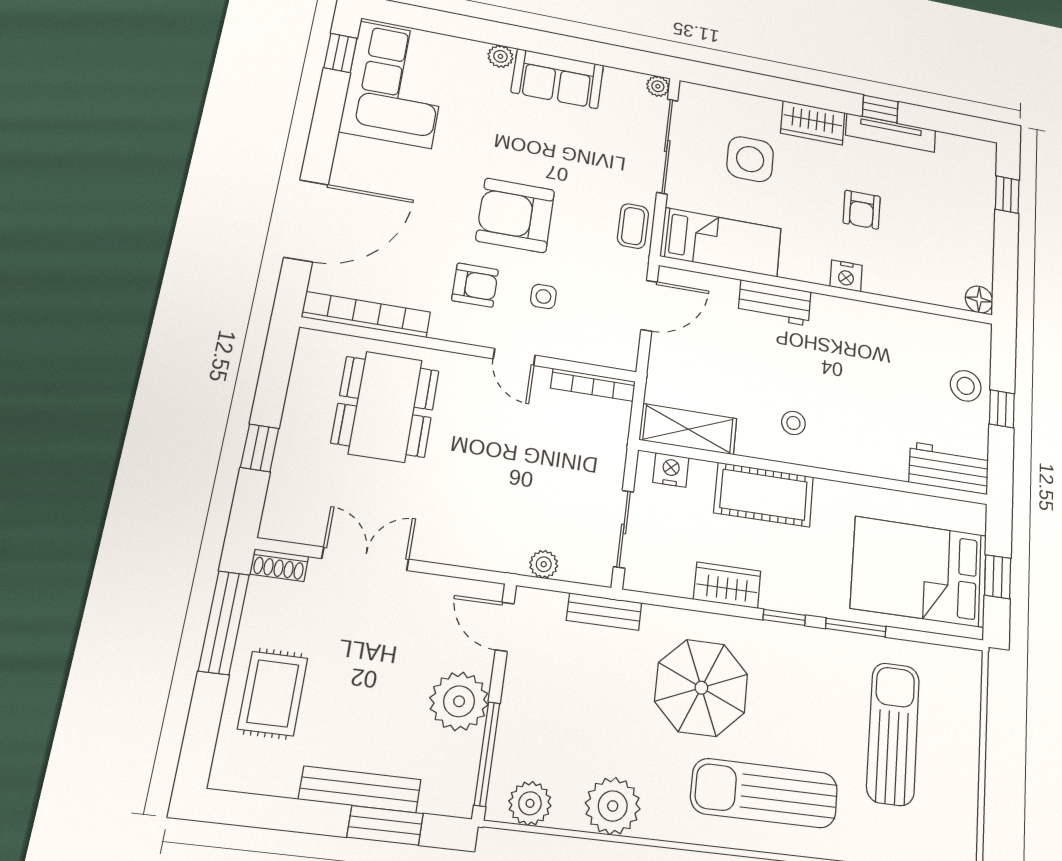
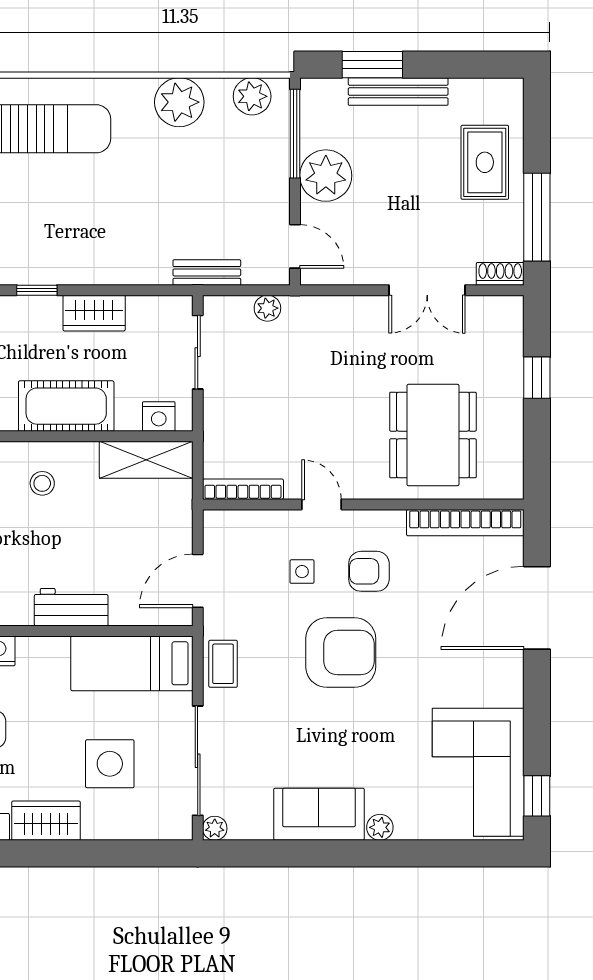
parasol: (701, 688) -> (110, 215), removed

